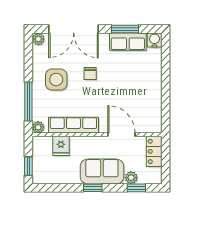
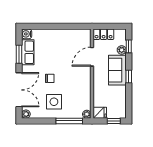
row of seats: (73, 125) -> (85, 90), removed
fridge: (61, 146) -> (100, 113), moved

